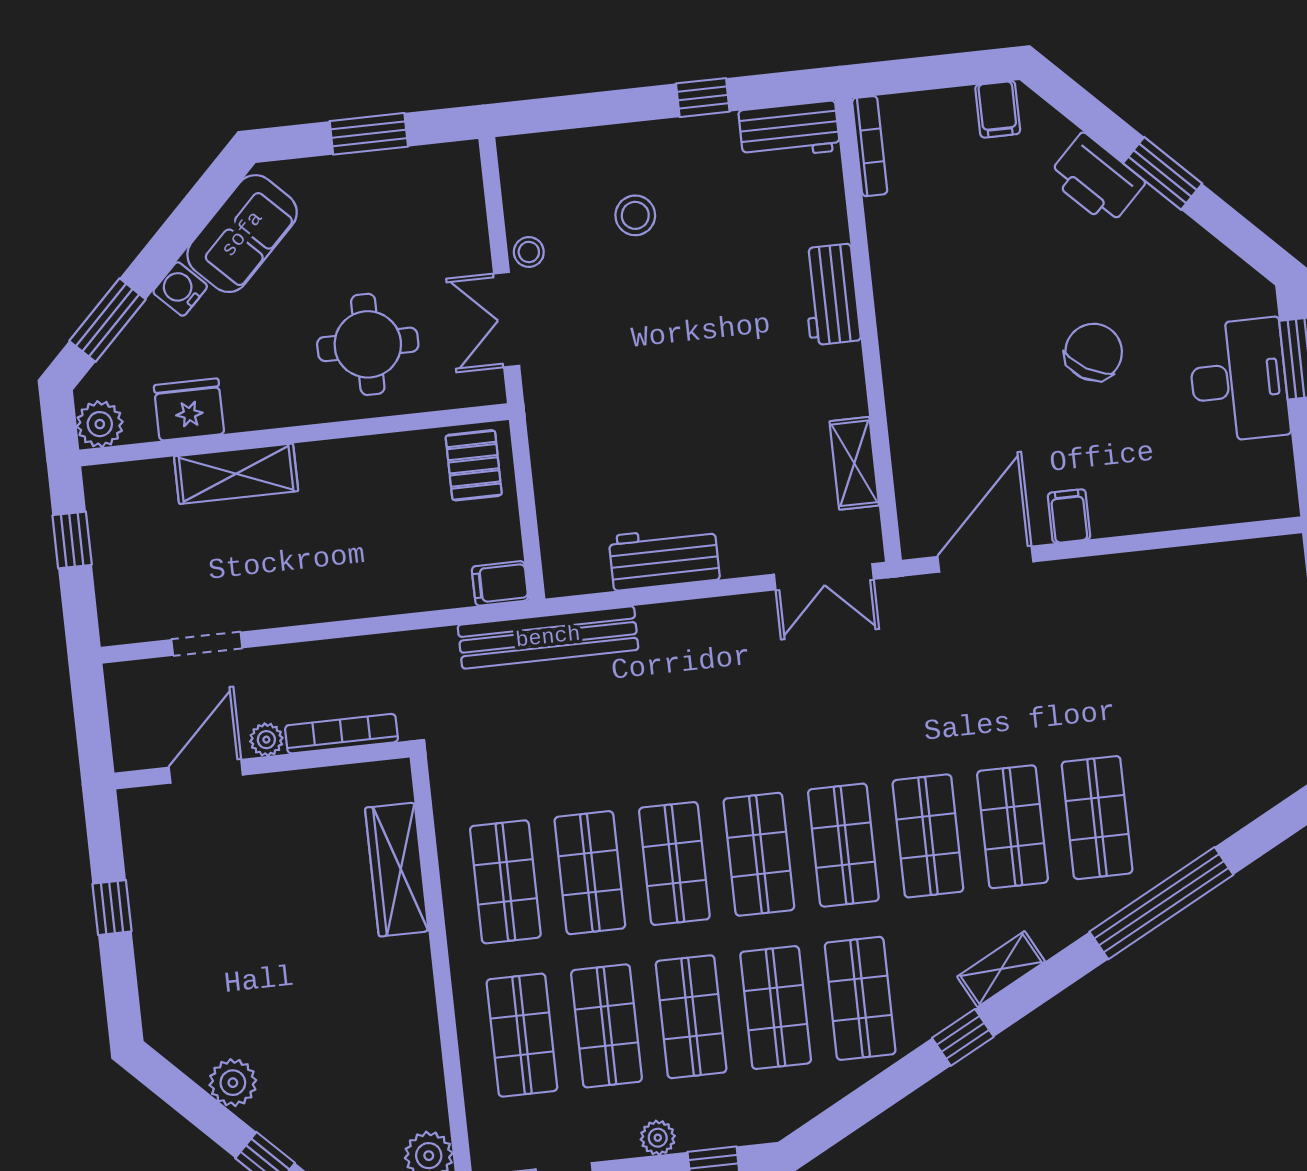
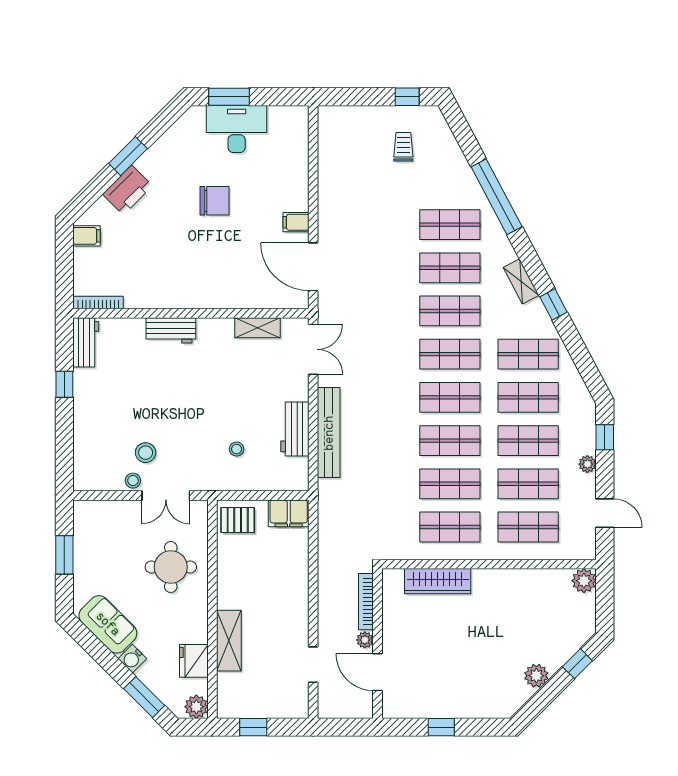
stool: (635, 215) -> (146, 453), moved
chair: (1094, 352) -> (214, 201), turned 149
stool: (612, 448) -> (237, 449), added
filing cabinet: (500, 583) -> (289, 513), width x2.00
bench: (548, 637) -> (329, 433), moved
trolley: (1239, 710) -> (403, 147), added

